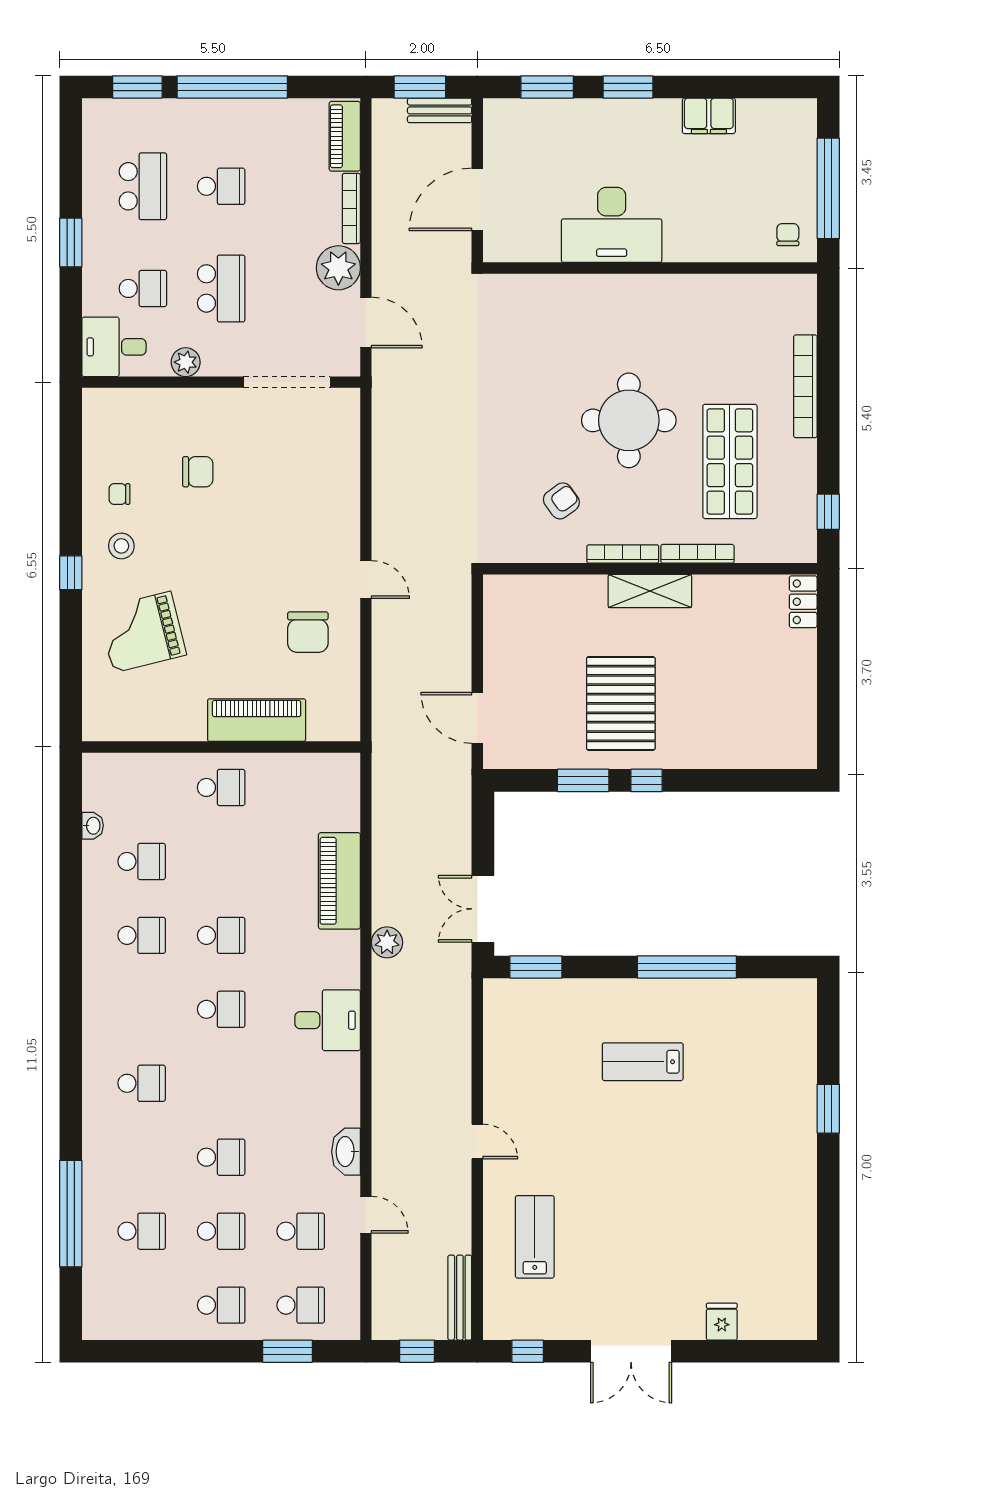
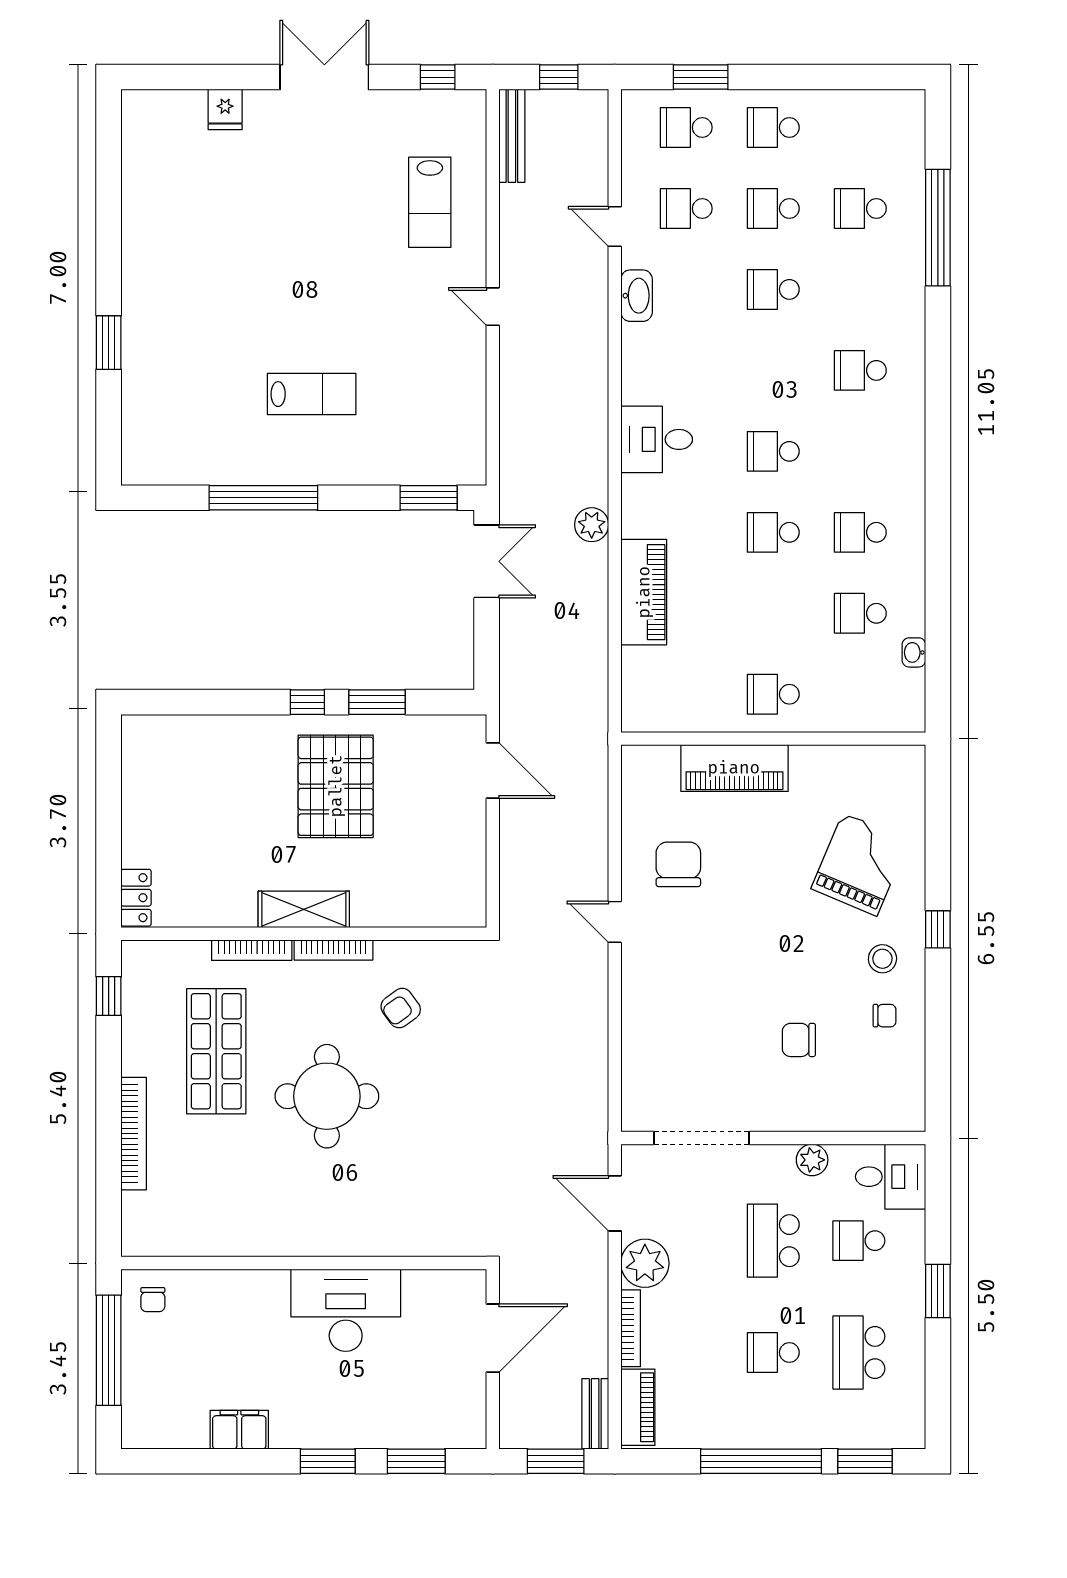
bench: (440, 110) -> (595, 1414), moved, turned 90
grand piano: (142, 632) -> (860, 864), turned -53

